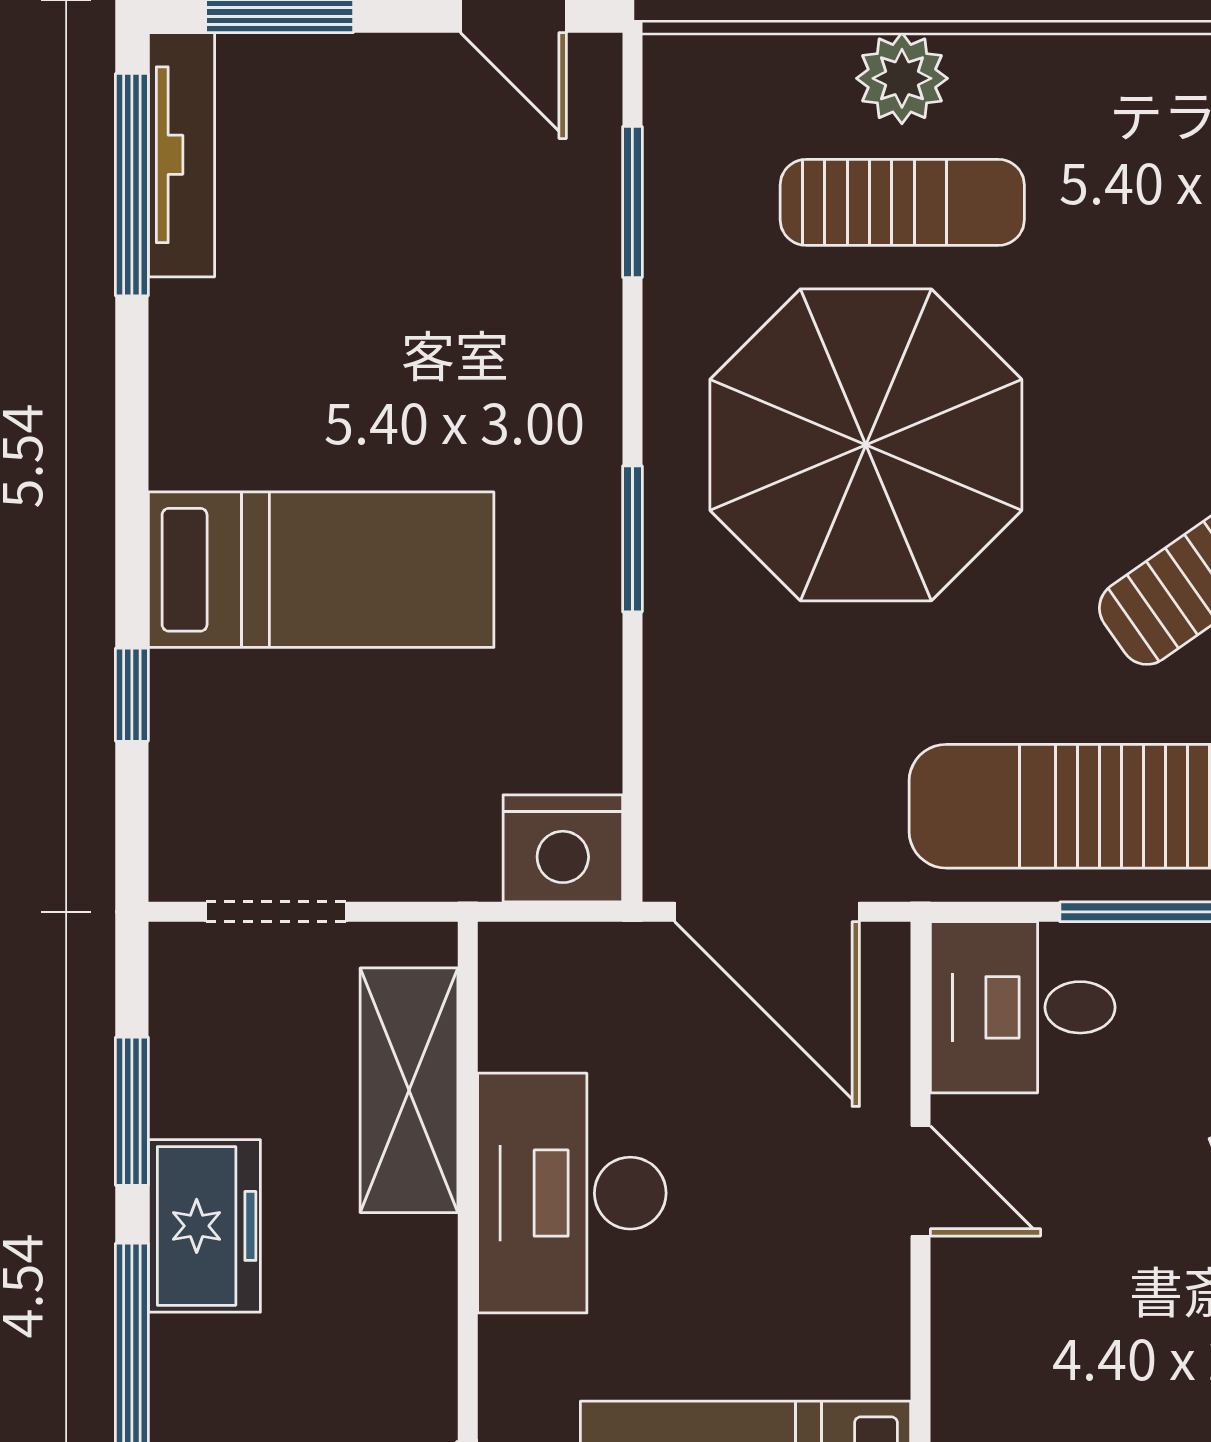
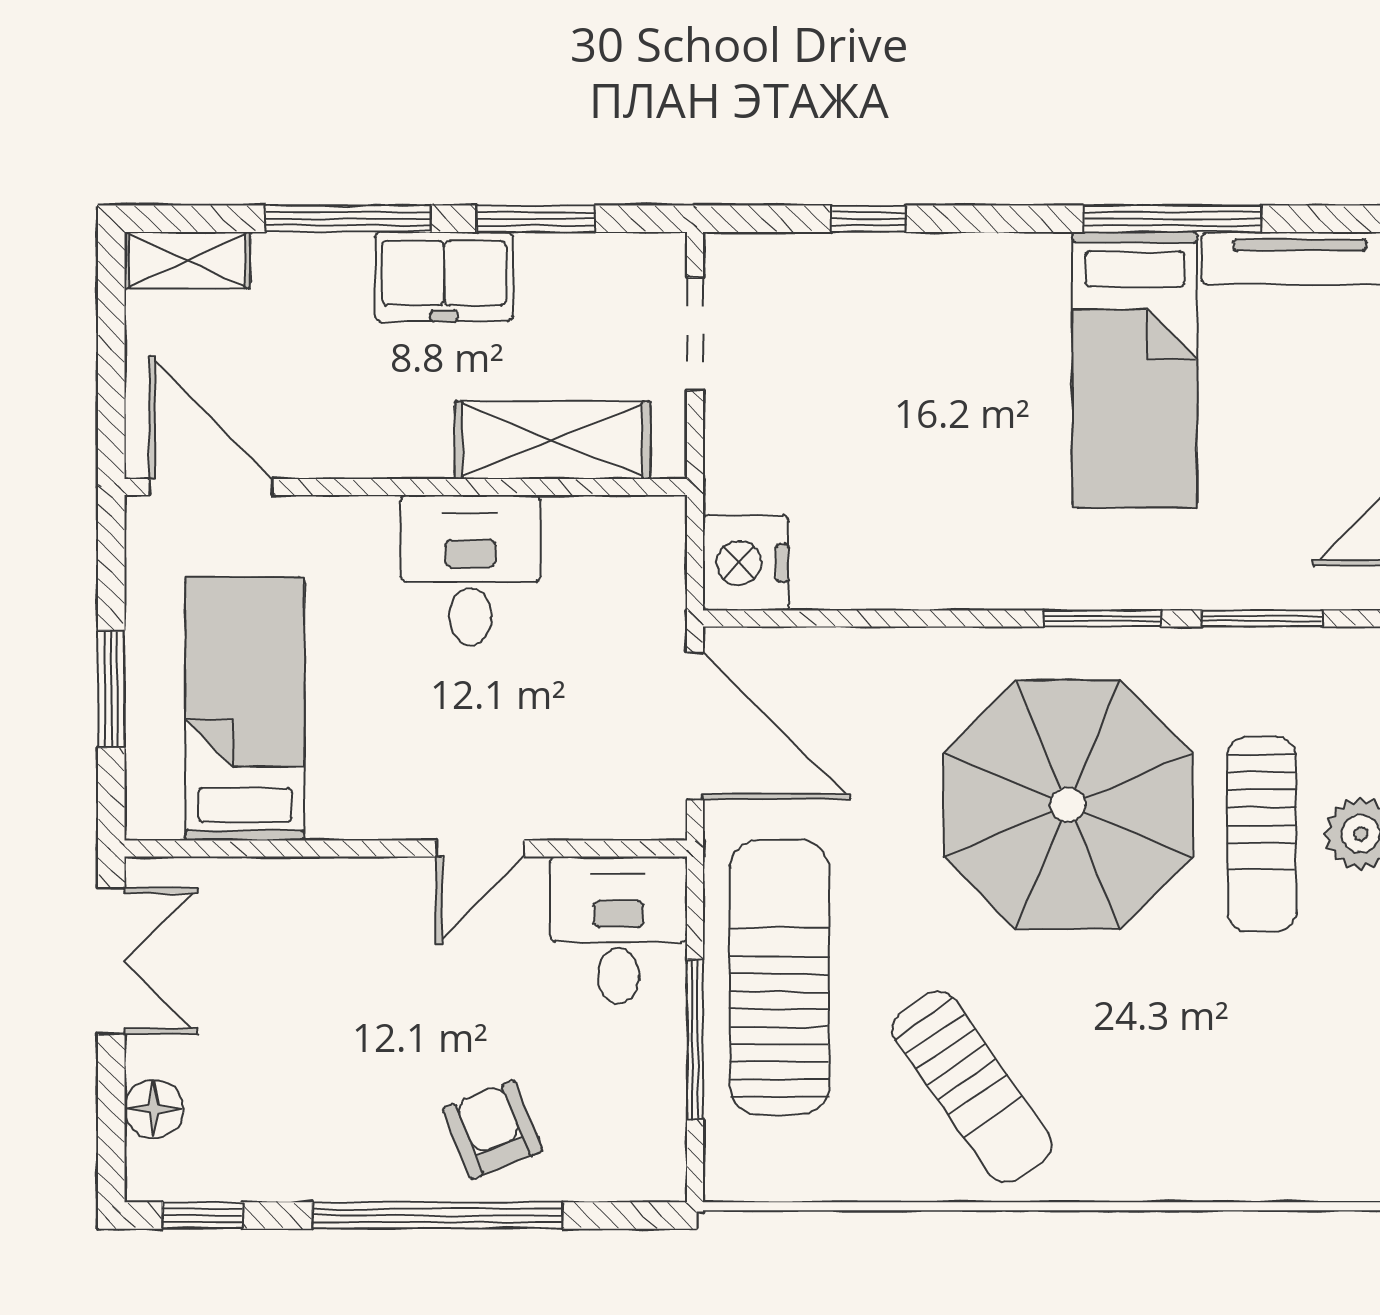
window: (132, 185) -> (1173, 219), moved
window: (632, 539) -> (1102, 618), moved
bed: (321, 570) -> (1135, 370), moved
door: (767, 912) -> (695, 726), swing flipped
desk: (572, 1193) -> (470, 570), width x0.73

